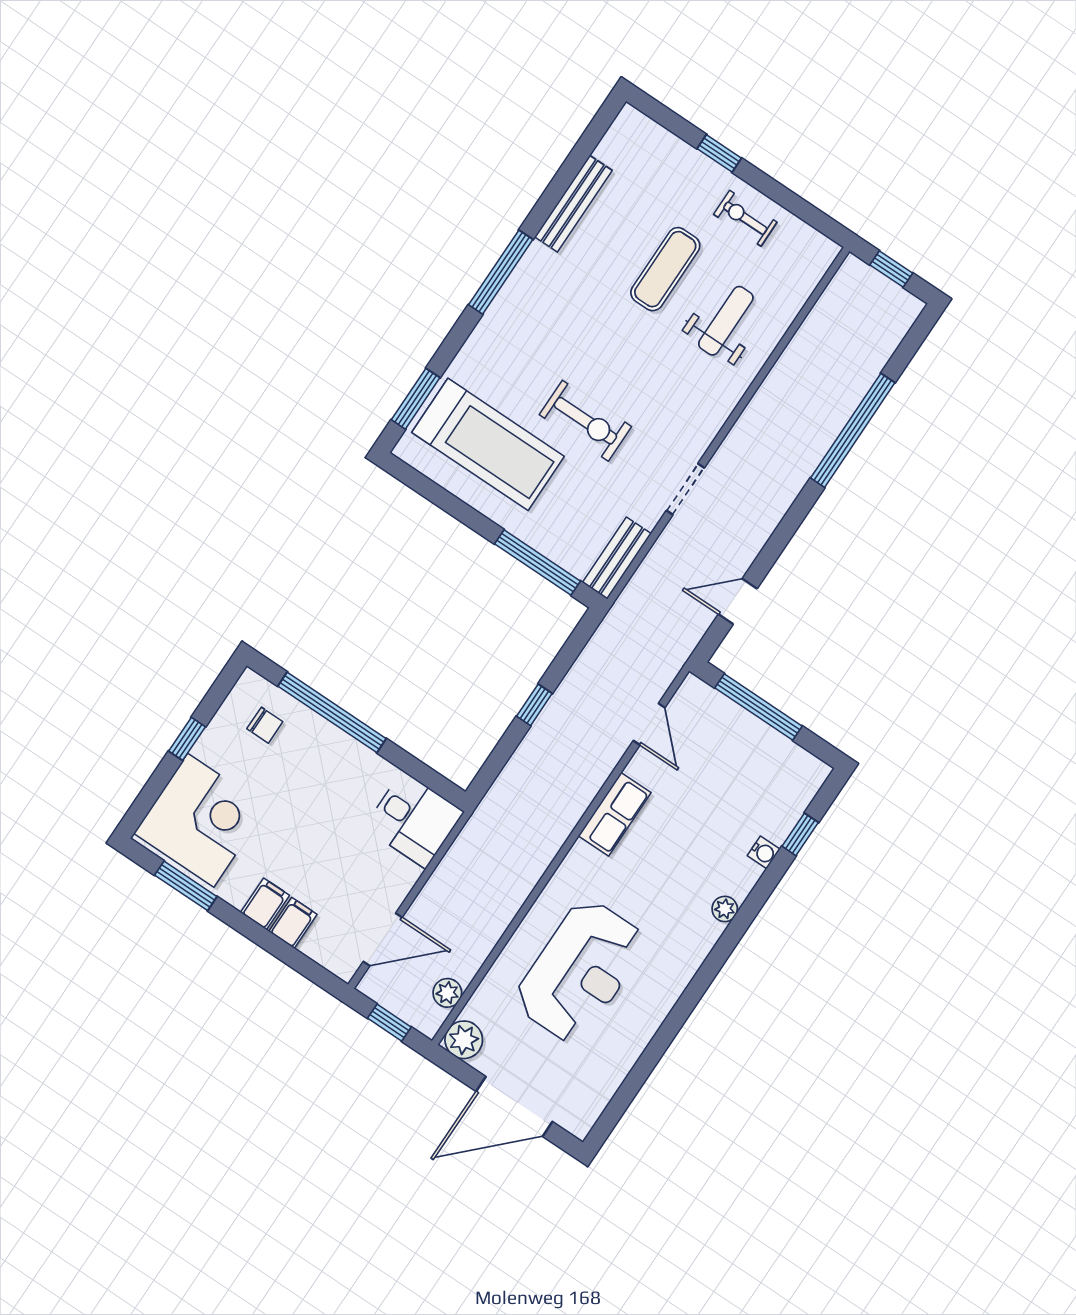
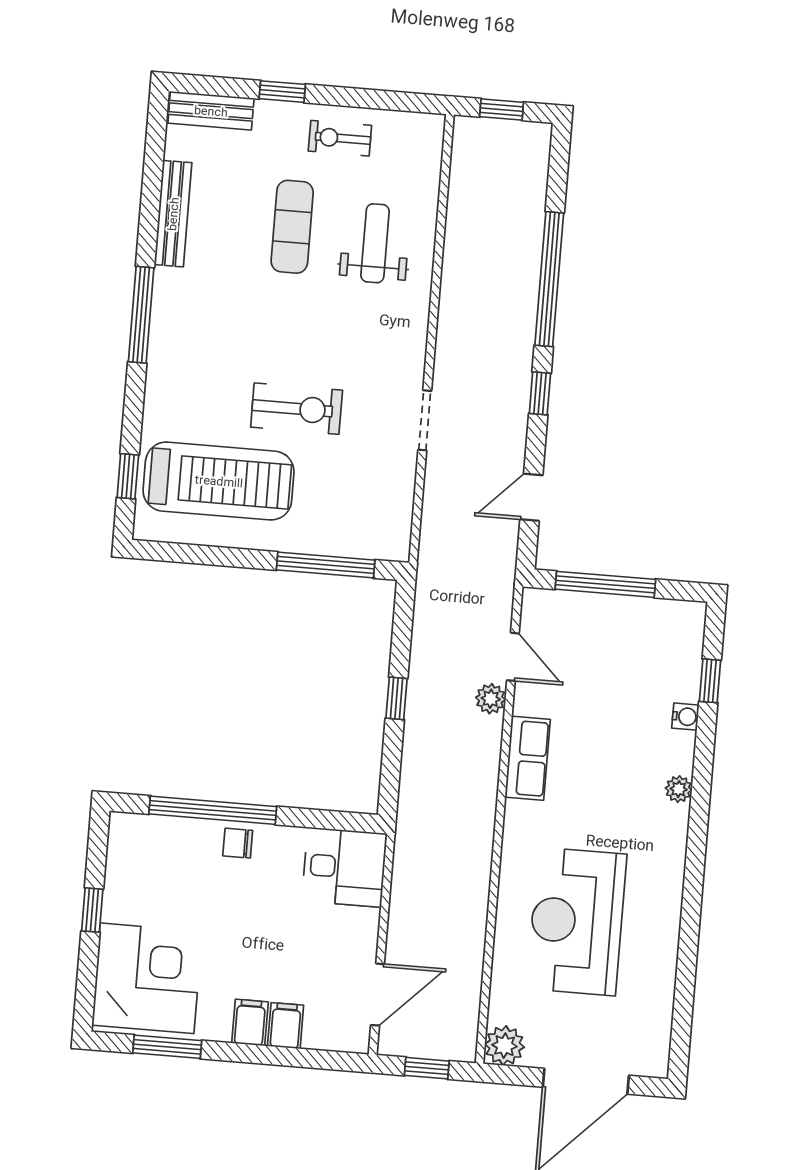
window: (416, 399) -> (128, 476), width x0.67
window: (792, 520) -> (540, 393), added
bench: (617, 558) -> (211, 111), moved, turned 90
chair: (265, 725) -> (238, 843), moved, turned 180
reception desk: (580, 971) -> (577, 921), turned 180
plant: (447, 993) -> (491, 699), moved

